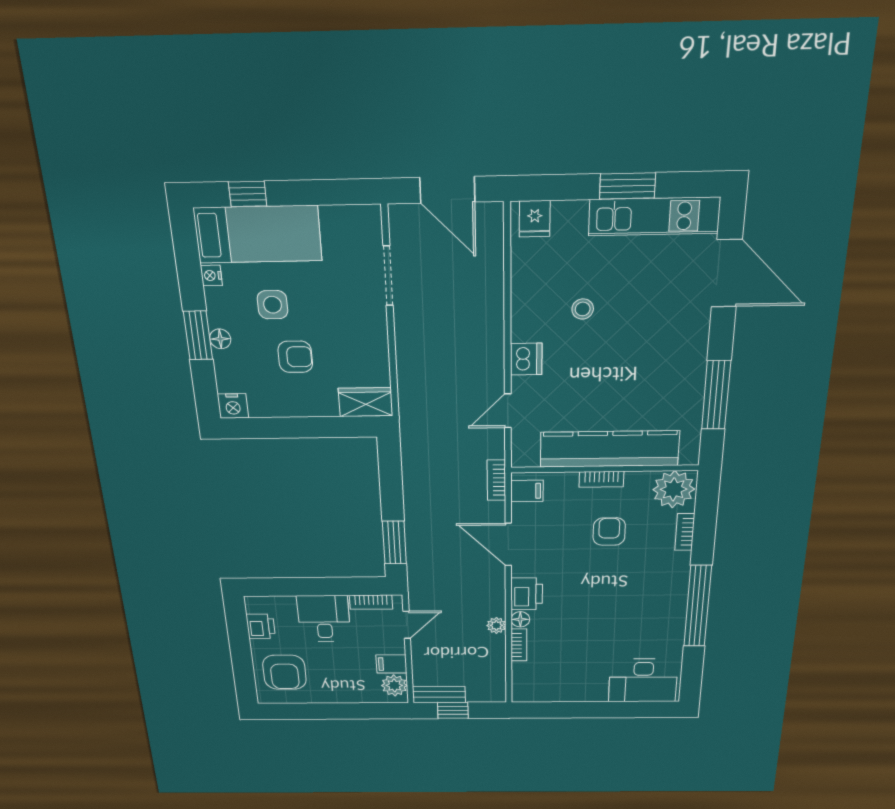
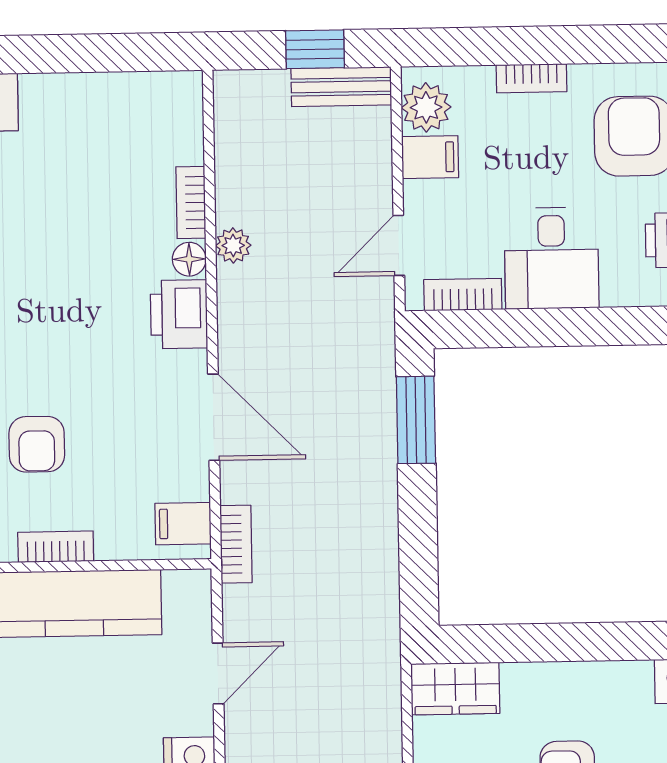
bookcase: (340, 697) -> (532, 78), added

